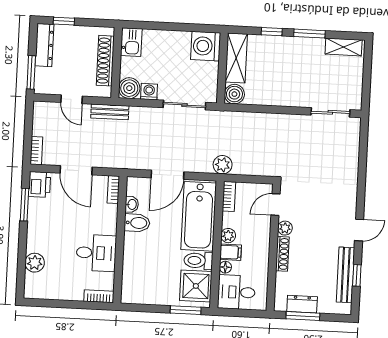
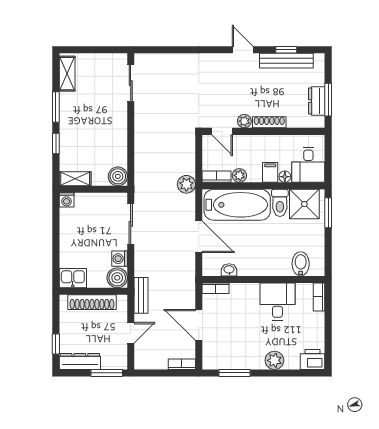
washing machine: (206, 46) -> (67, 200), width x0.53, depth x0.53
shelving: (236, 58) -> (75, 179), width x0.67, depth x0.75
door: (76, 170) -> (199, 325), swing flipped
printer: (39, 185) -> (313, 360), moved
bidet: (137, 223) -> (301, 264), moved
plant: (228, 236) -> (239, 175), moved
plant: (35, 263) -> (274, 360), moved

